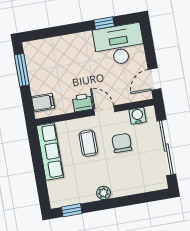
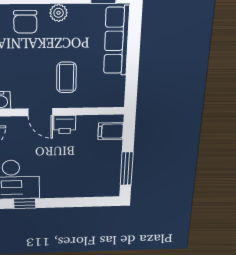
chair: (122, 143) -> (25, 22), moved
row of seats: (50, 151) -> (116, 41), moved

